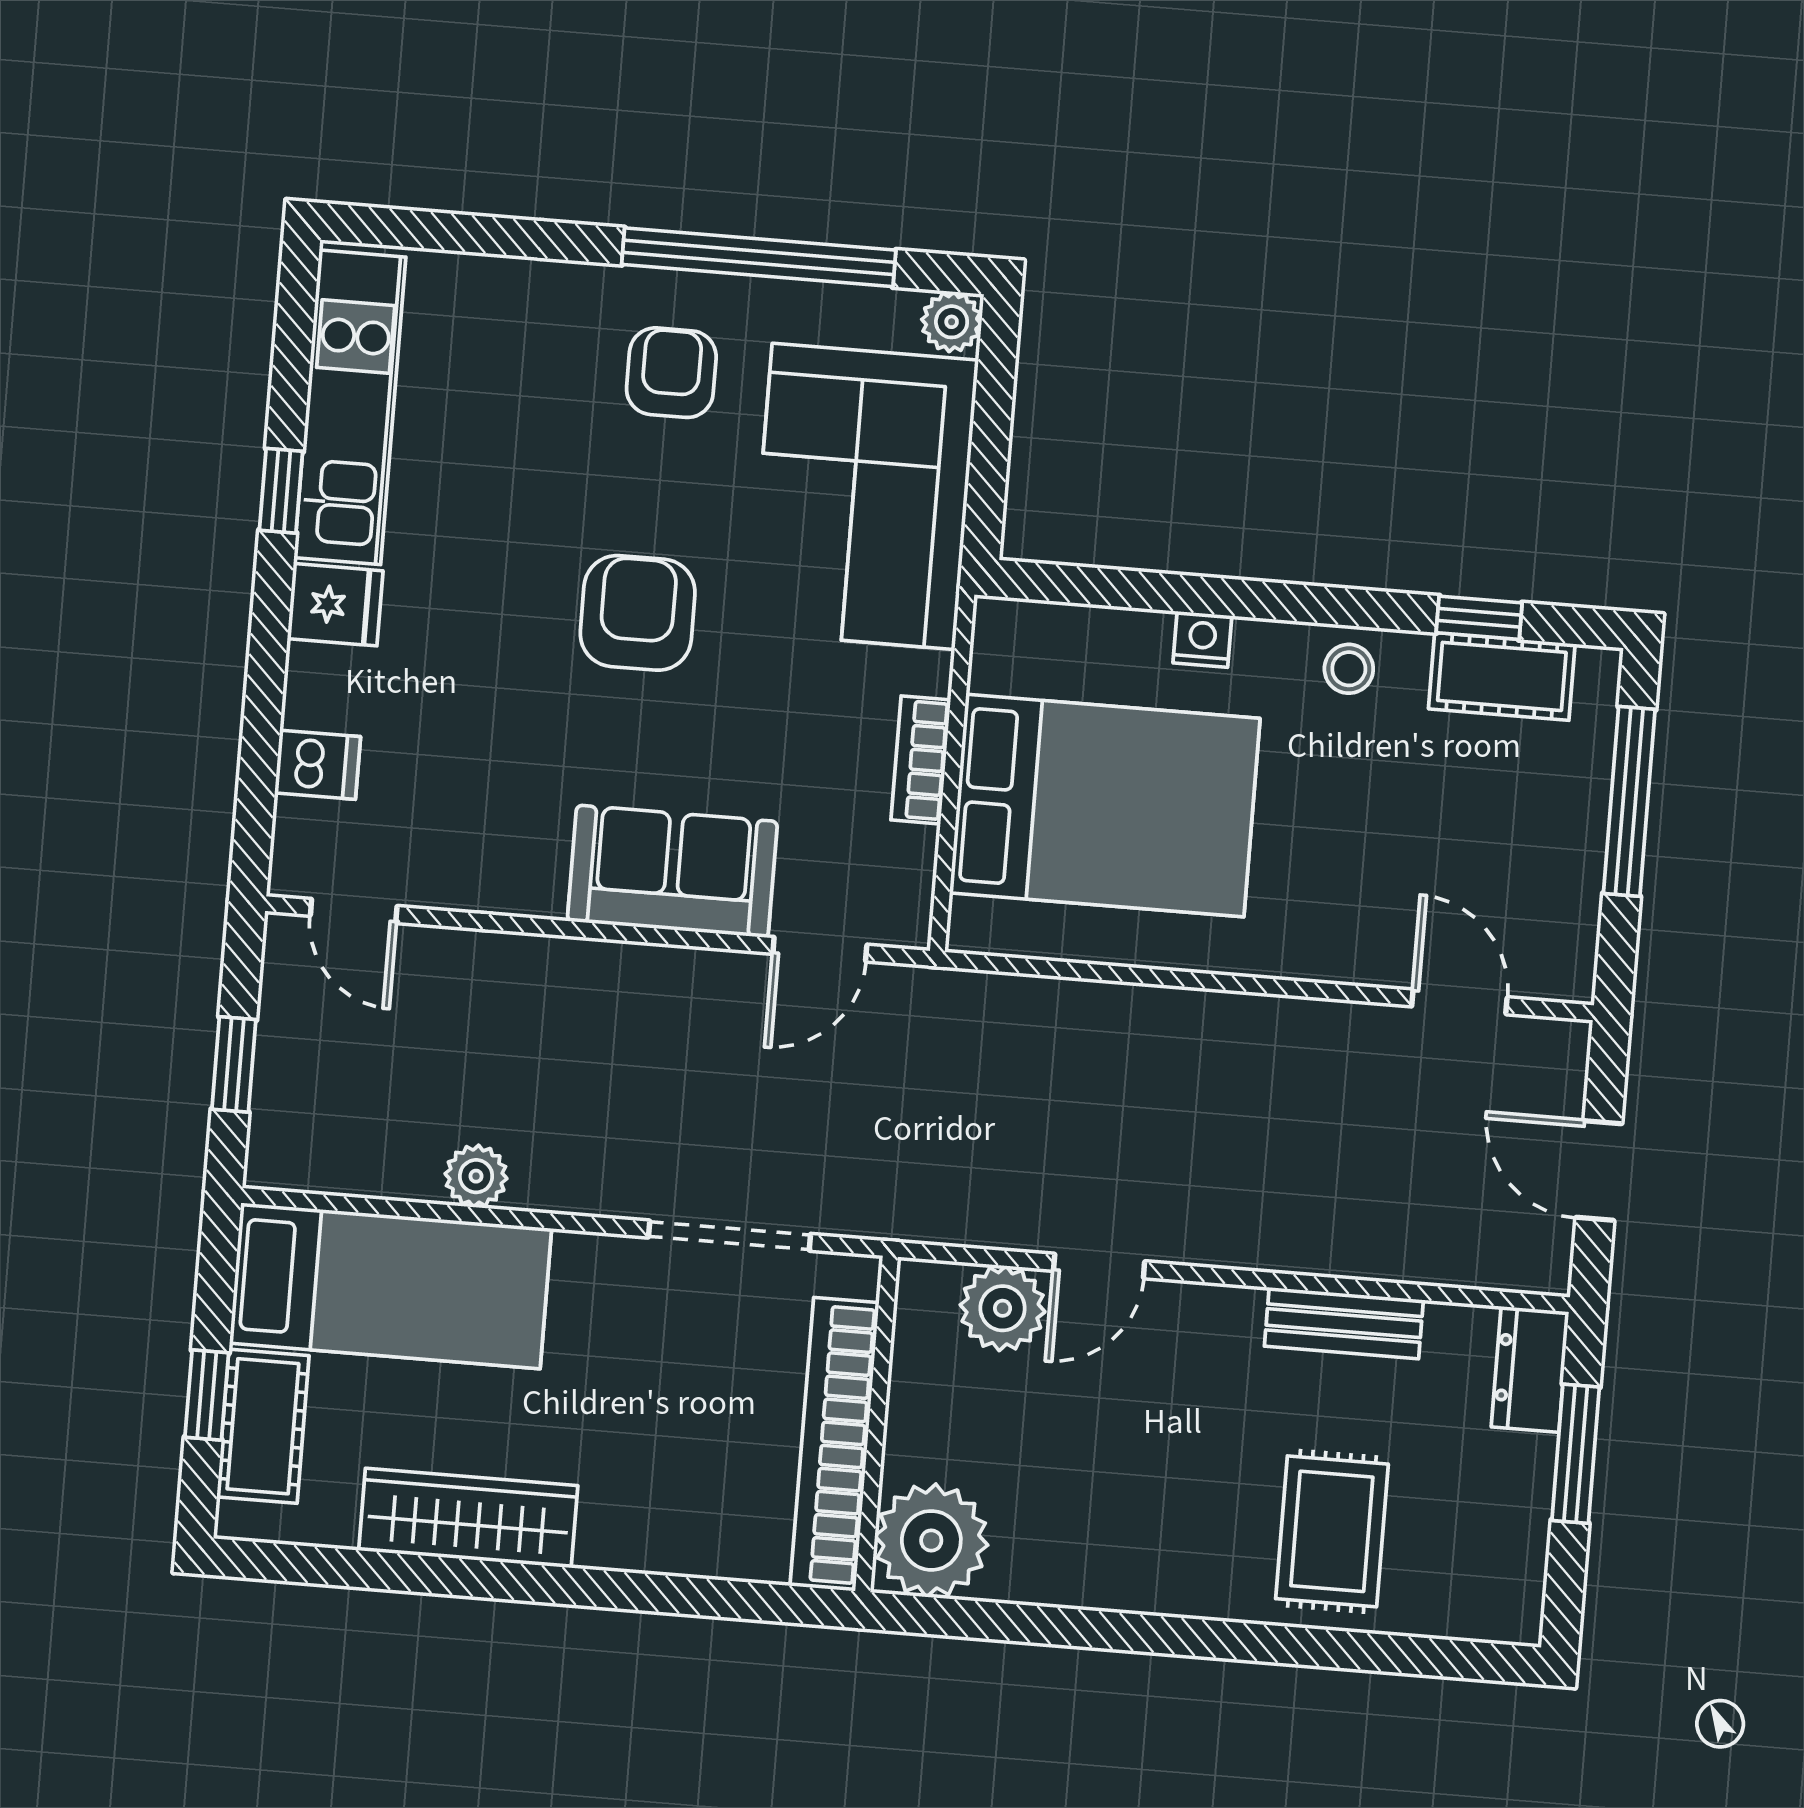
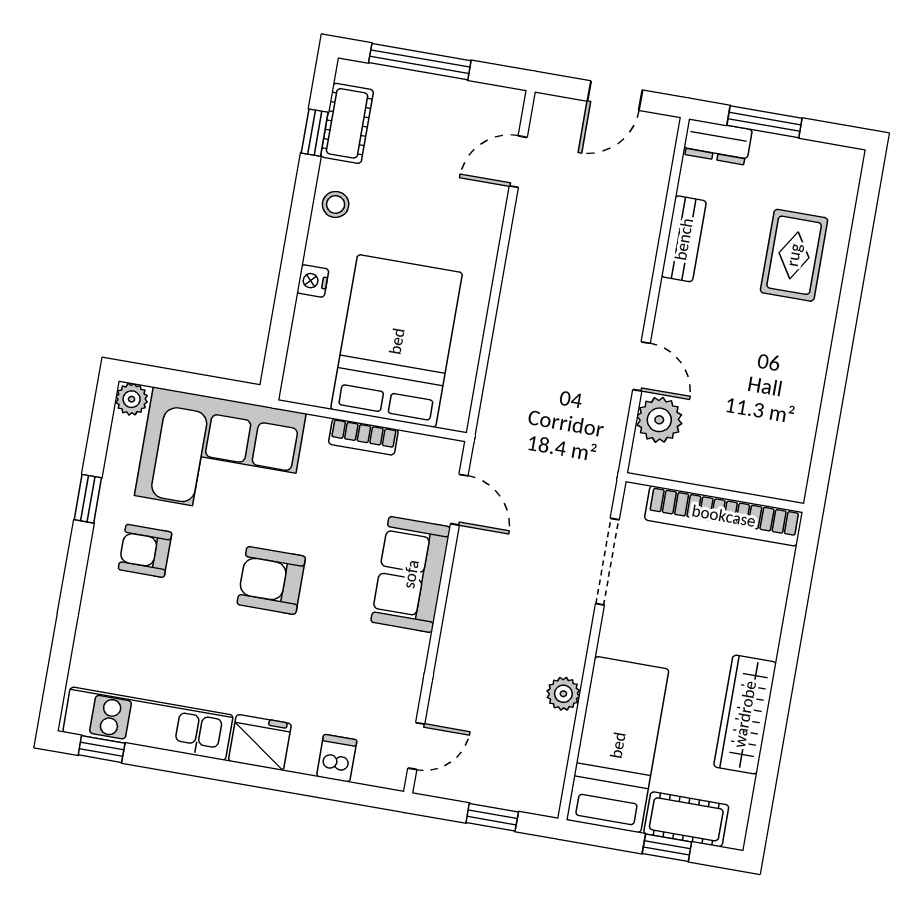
window: (759, 257) -> (88, 499), width x0.32
window: (281, 491) -> (102, 749), moved
fridge: (335, 605) -> (260, 742), width x1.38
rug: (1332, 1531) -> (794, 255), turned 90
plant: (931, 1540) -> (779, 469), removed

